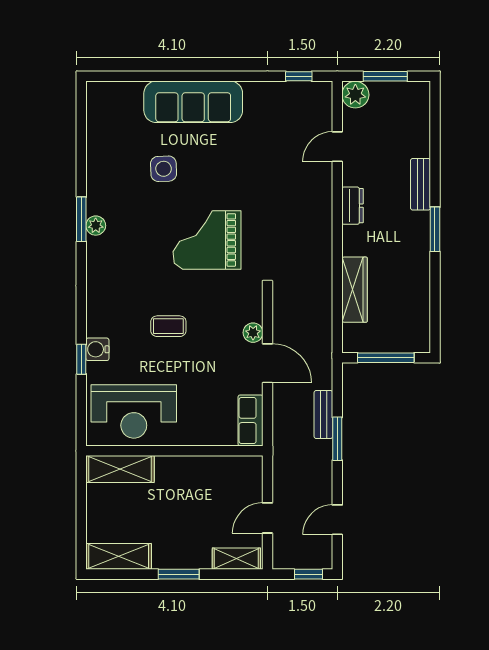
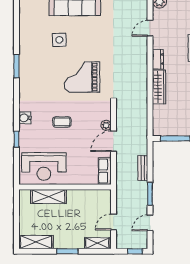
plant: (96, 226) -> (24, 69), removed
wardrobe: (355, 290) -> (159, 87), moved
water cooler: (97, 349) -> (25, 118), moved
door: (267, 363) -> (114, 141), swing flipped
window: (337, 439) -> (150, 194), moved
shelving: (120, 469) -> (49, 197), moved

